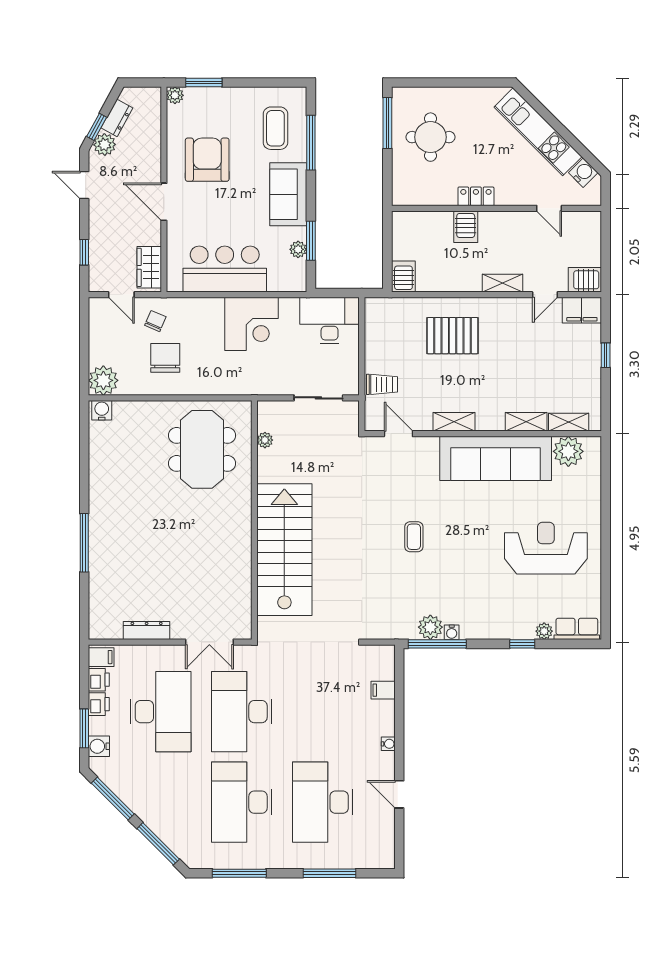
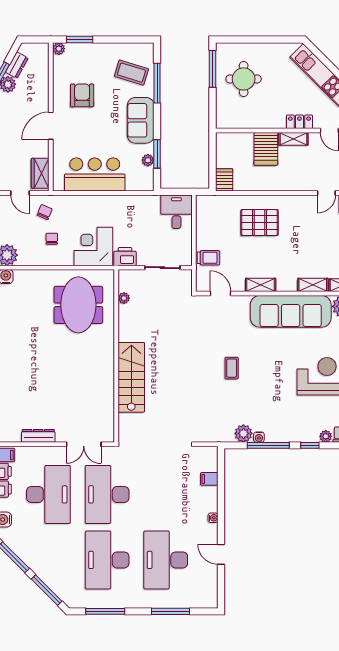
coffee table: (275, 128) -> (131, 73), turned -73
armchair: (207, 160) -> (82, 95), width x0.73, depth x0.73
locker: (476, 196) -> (299, 122), moved
door: (164, 202) -> (51, 126), hinge flipped
server rack: (466, 227) -> (266, 149), width x1.36, depth x1.44
shelving: (503, 283) -> (293, 139), moved
desk: (330, 321) -> (176, 212), width x0.73
corner desk: (251, 324) -> (93, 246), moved, turned 180
chair: (165, 358) -> (52, 239), width x0.54, depth x0.54
printer: (266, 383) -> (125, 257), added
stairs: (284, 550) -> (131, 377), width x0.73, depth x0.66
window: (437, 644) -> (268, 445), moved

